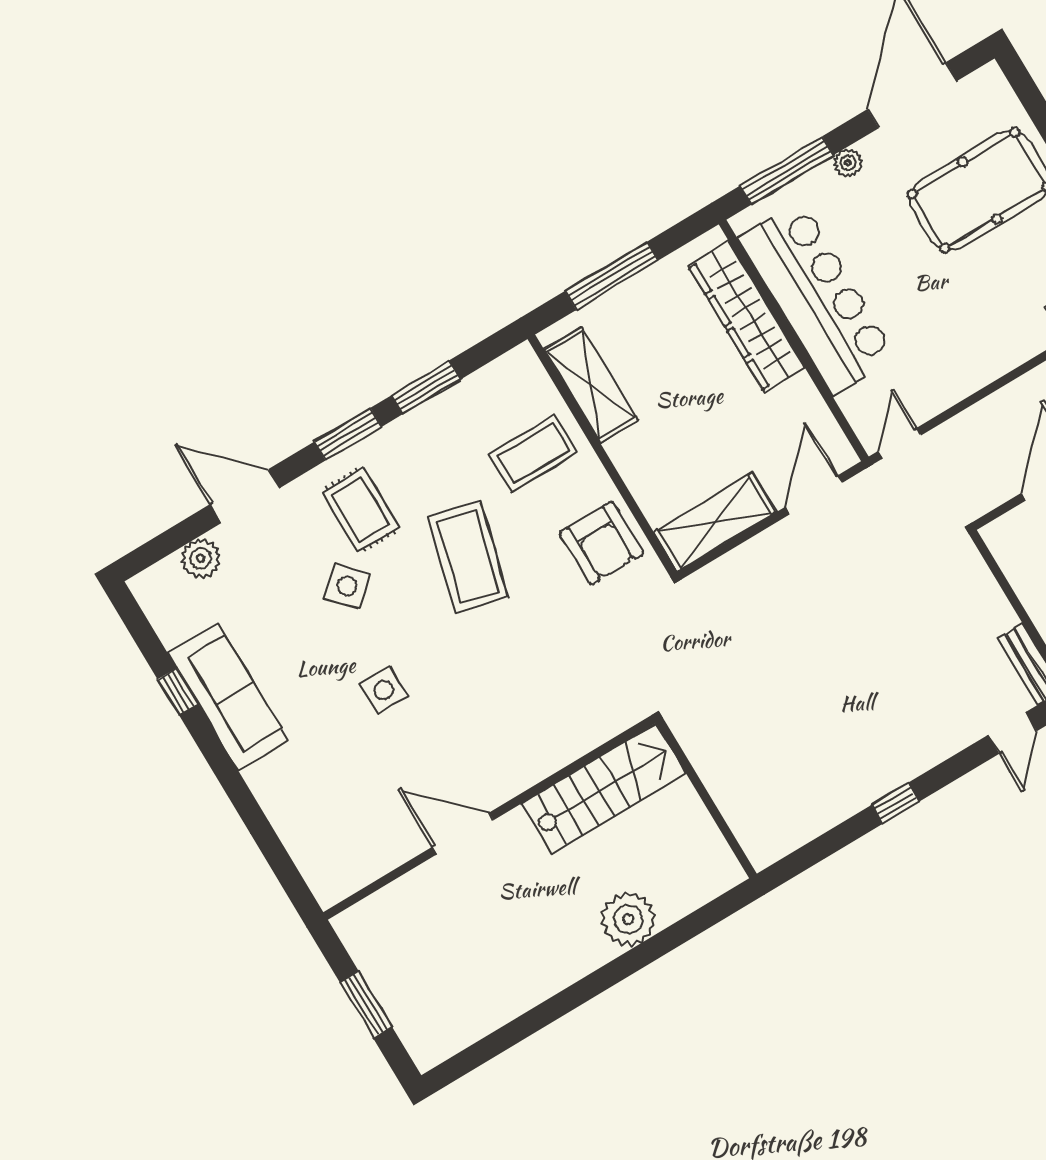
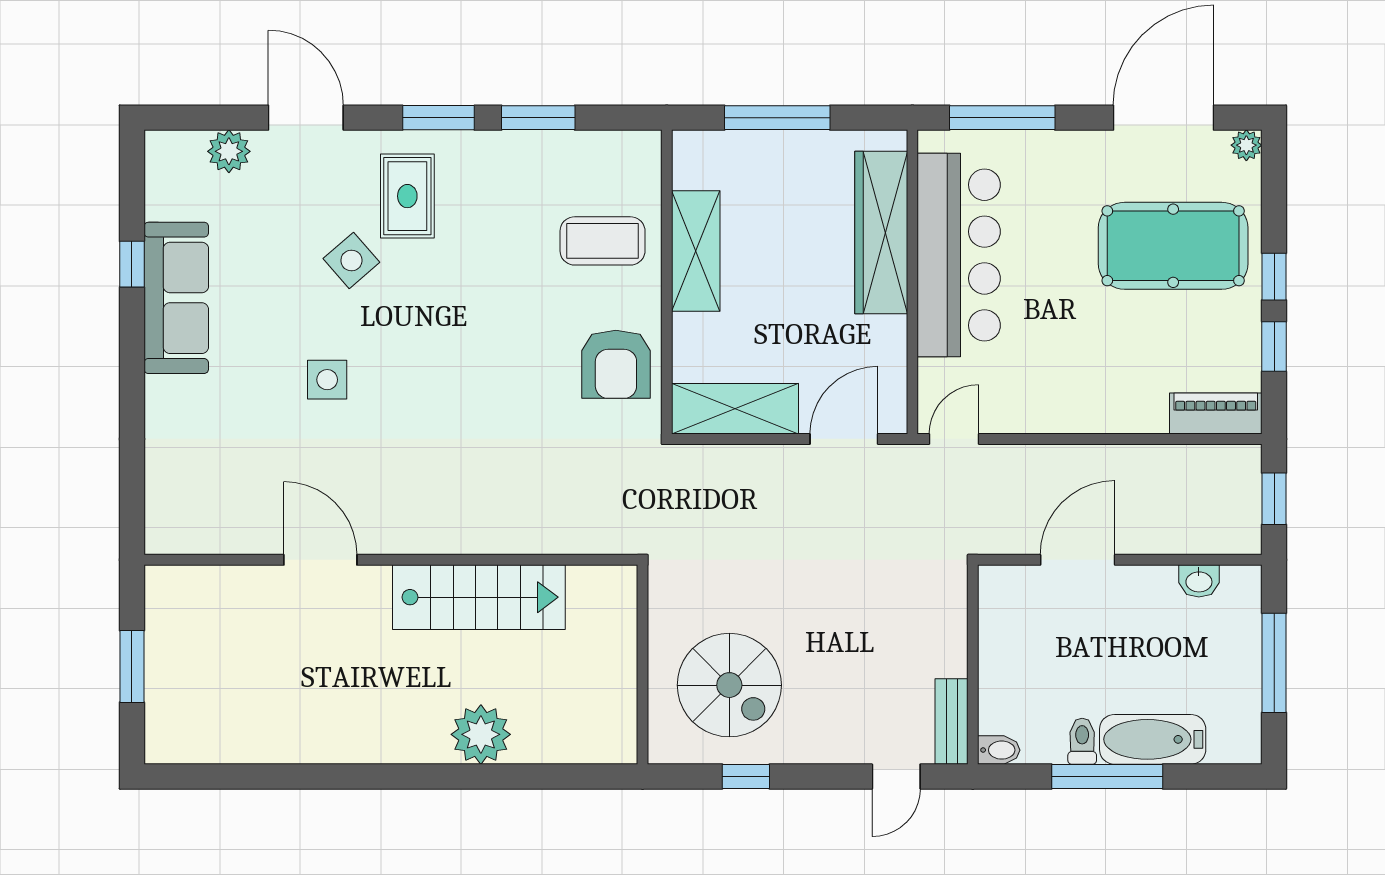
plant: (848, 163) -> (1246, 145), moved
shelving: (591, 385) -> (696, 251), moved
coffee table: (468, 557) -> (482, 301), removed
spiral stairs: (840, 740) -> (729, 685), added
wall: (706, 798) -> (643, 665), moved
plant: (628, 919) -> (481, 734), moved

